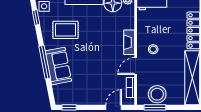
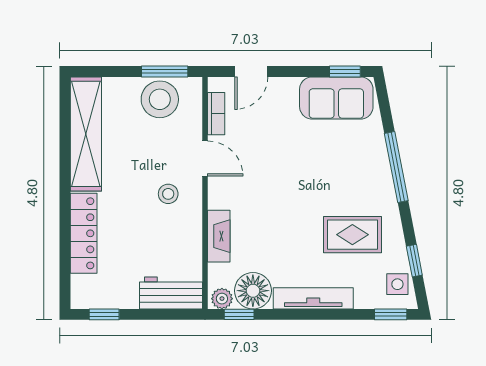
fireplace: (129, 42) -> (219, 236), moved
sofa: (58, 66) -> (336, 98), moved, turned -79
door: (136, 66) -> (205, 158), hinge flipped

